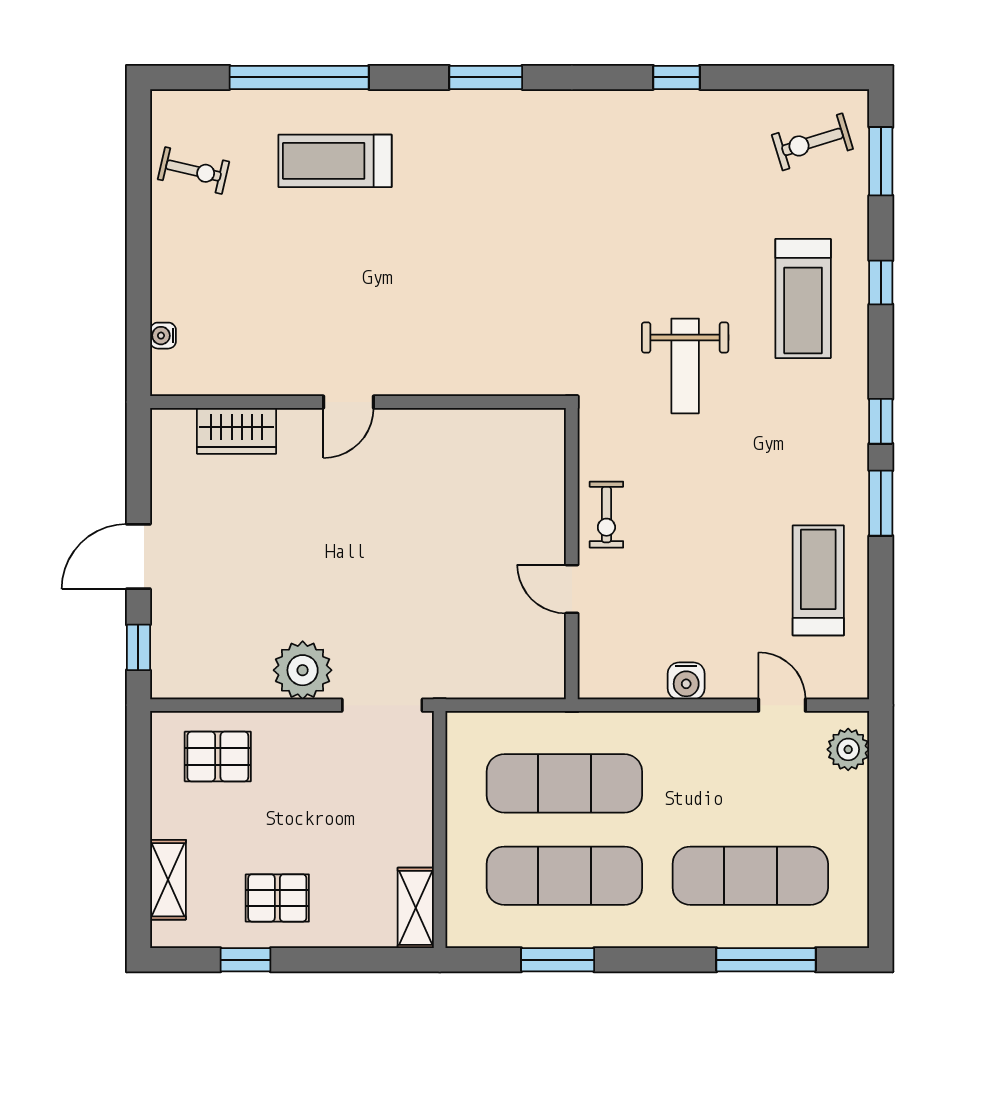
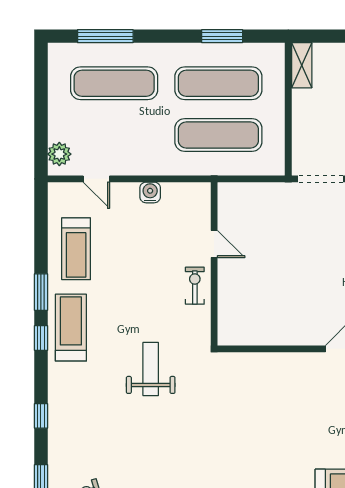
treadmill: (803, 298) -> (71, 328), moved

